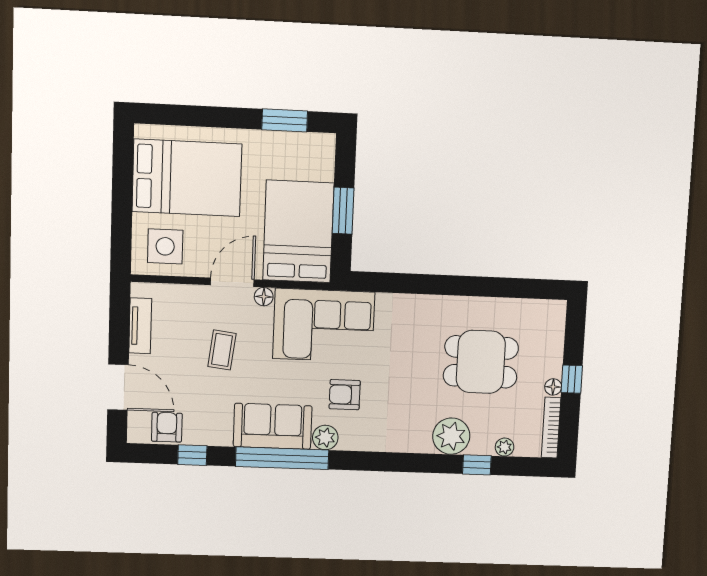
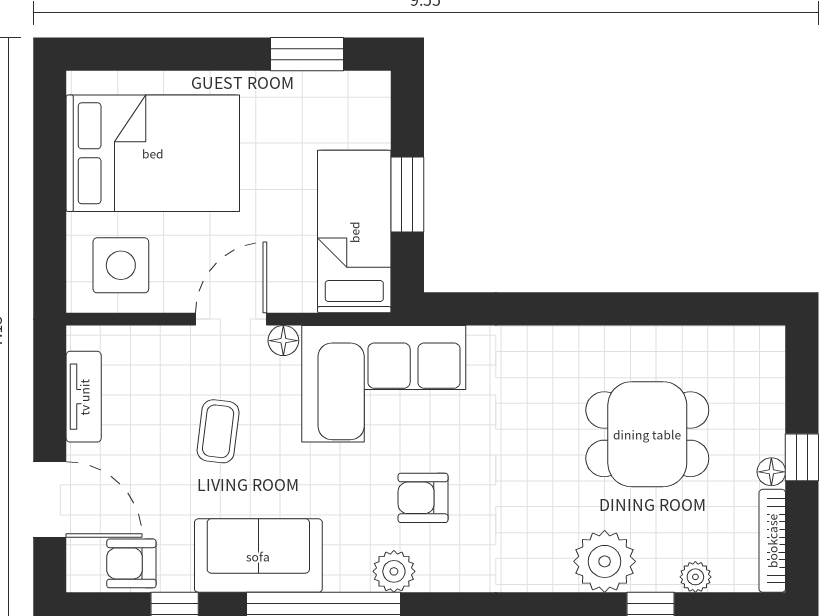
bed: (298, 231) -> (354, 232), width x0.67
sofa: (273, 426) -> (258, 556), moved
armchair: (167, 427) -> (131, 563), turned -90

